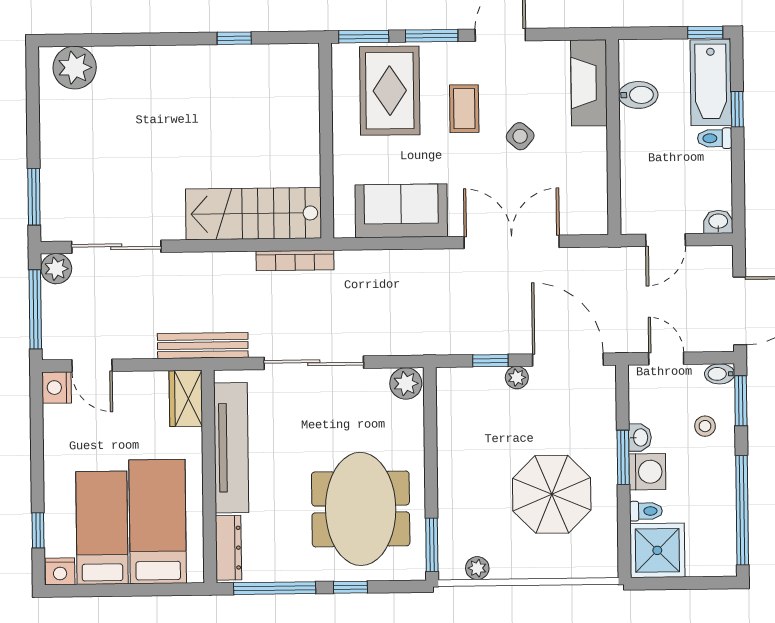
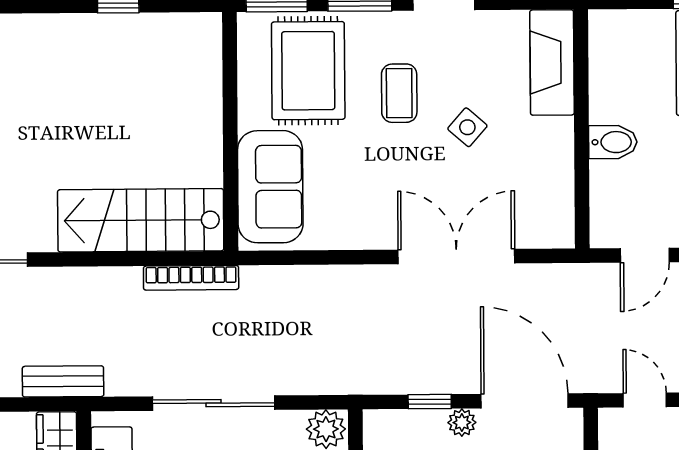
bidet: (638, 95) -> (613, 142), moved
sofa: (401, 211) -> (270, 187), moved, turned 90
bench: (203, 346) -> (63, 381), width x0.73

